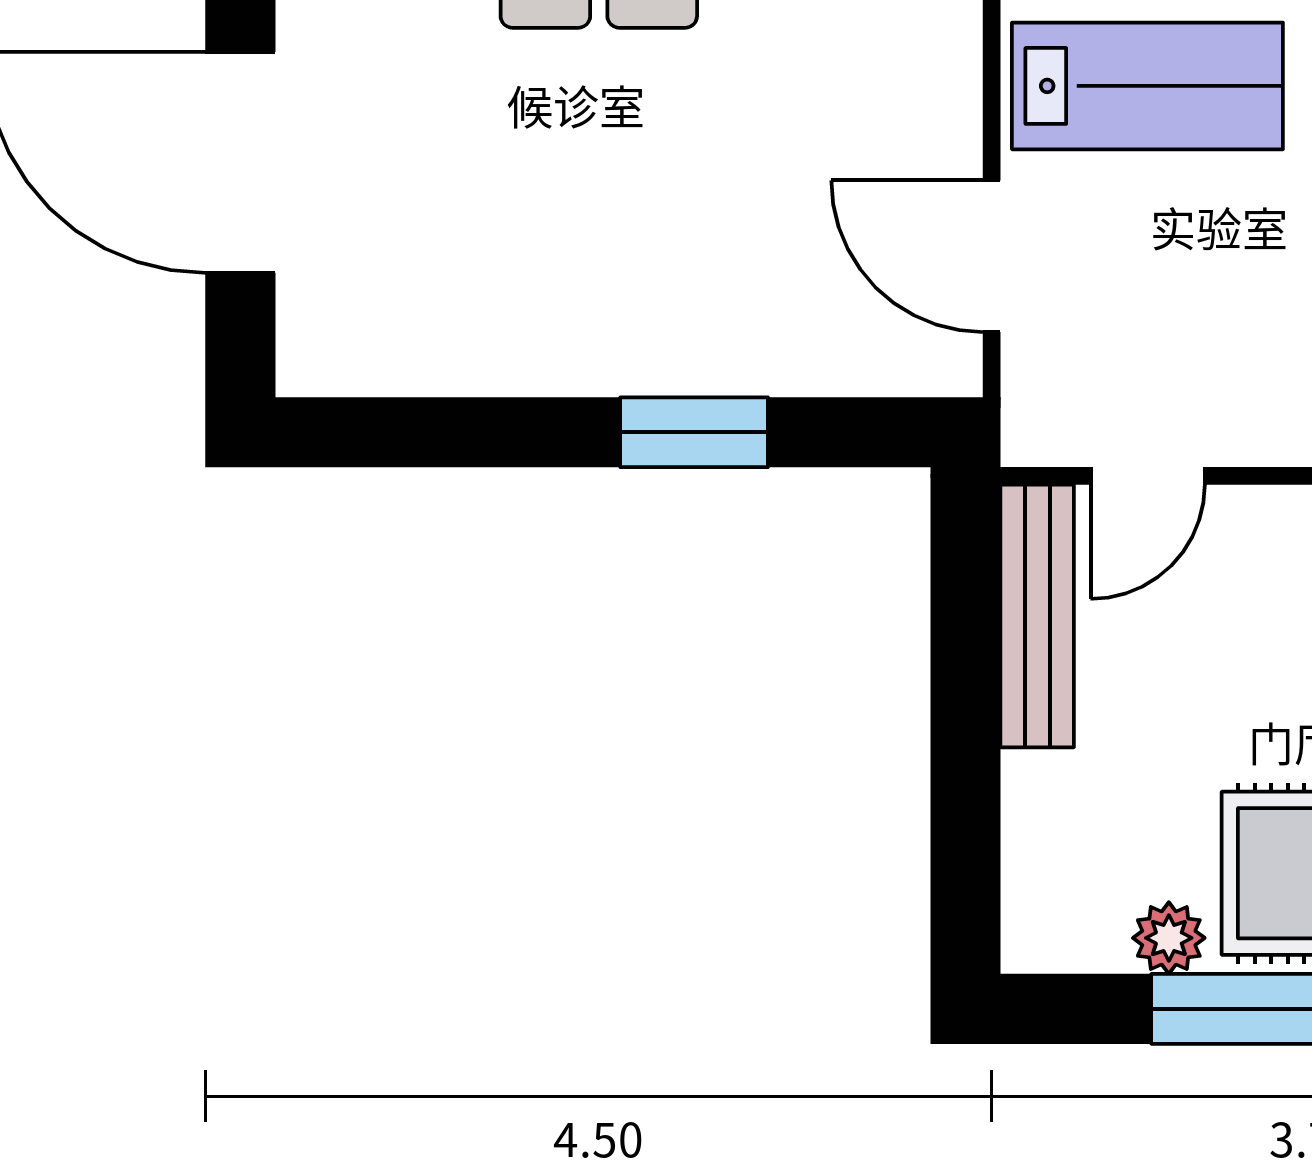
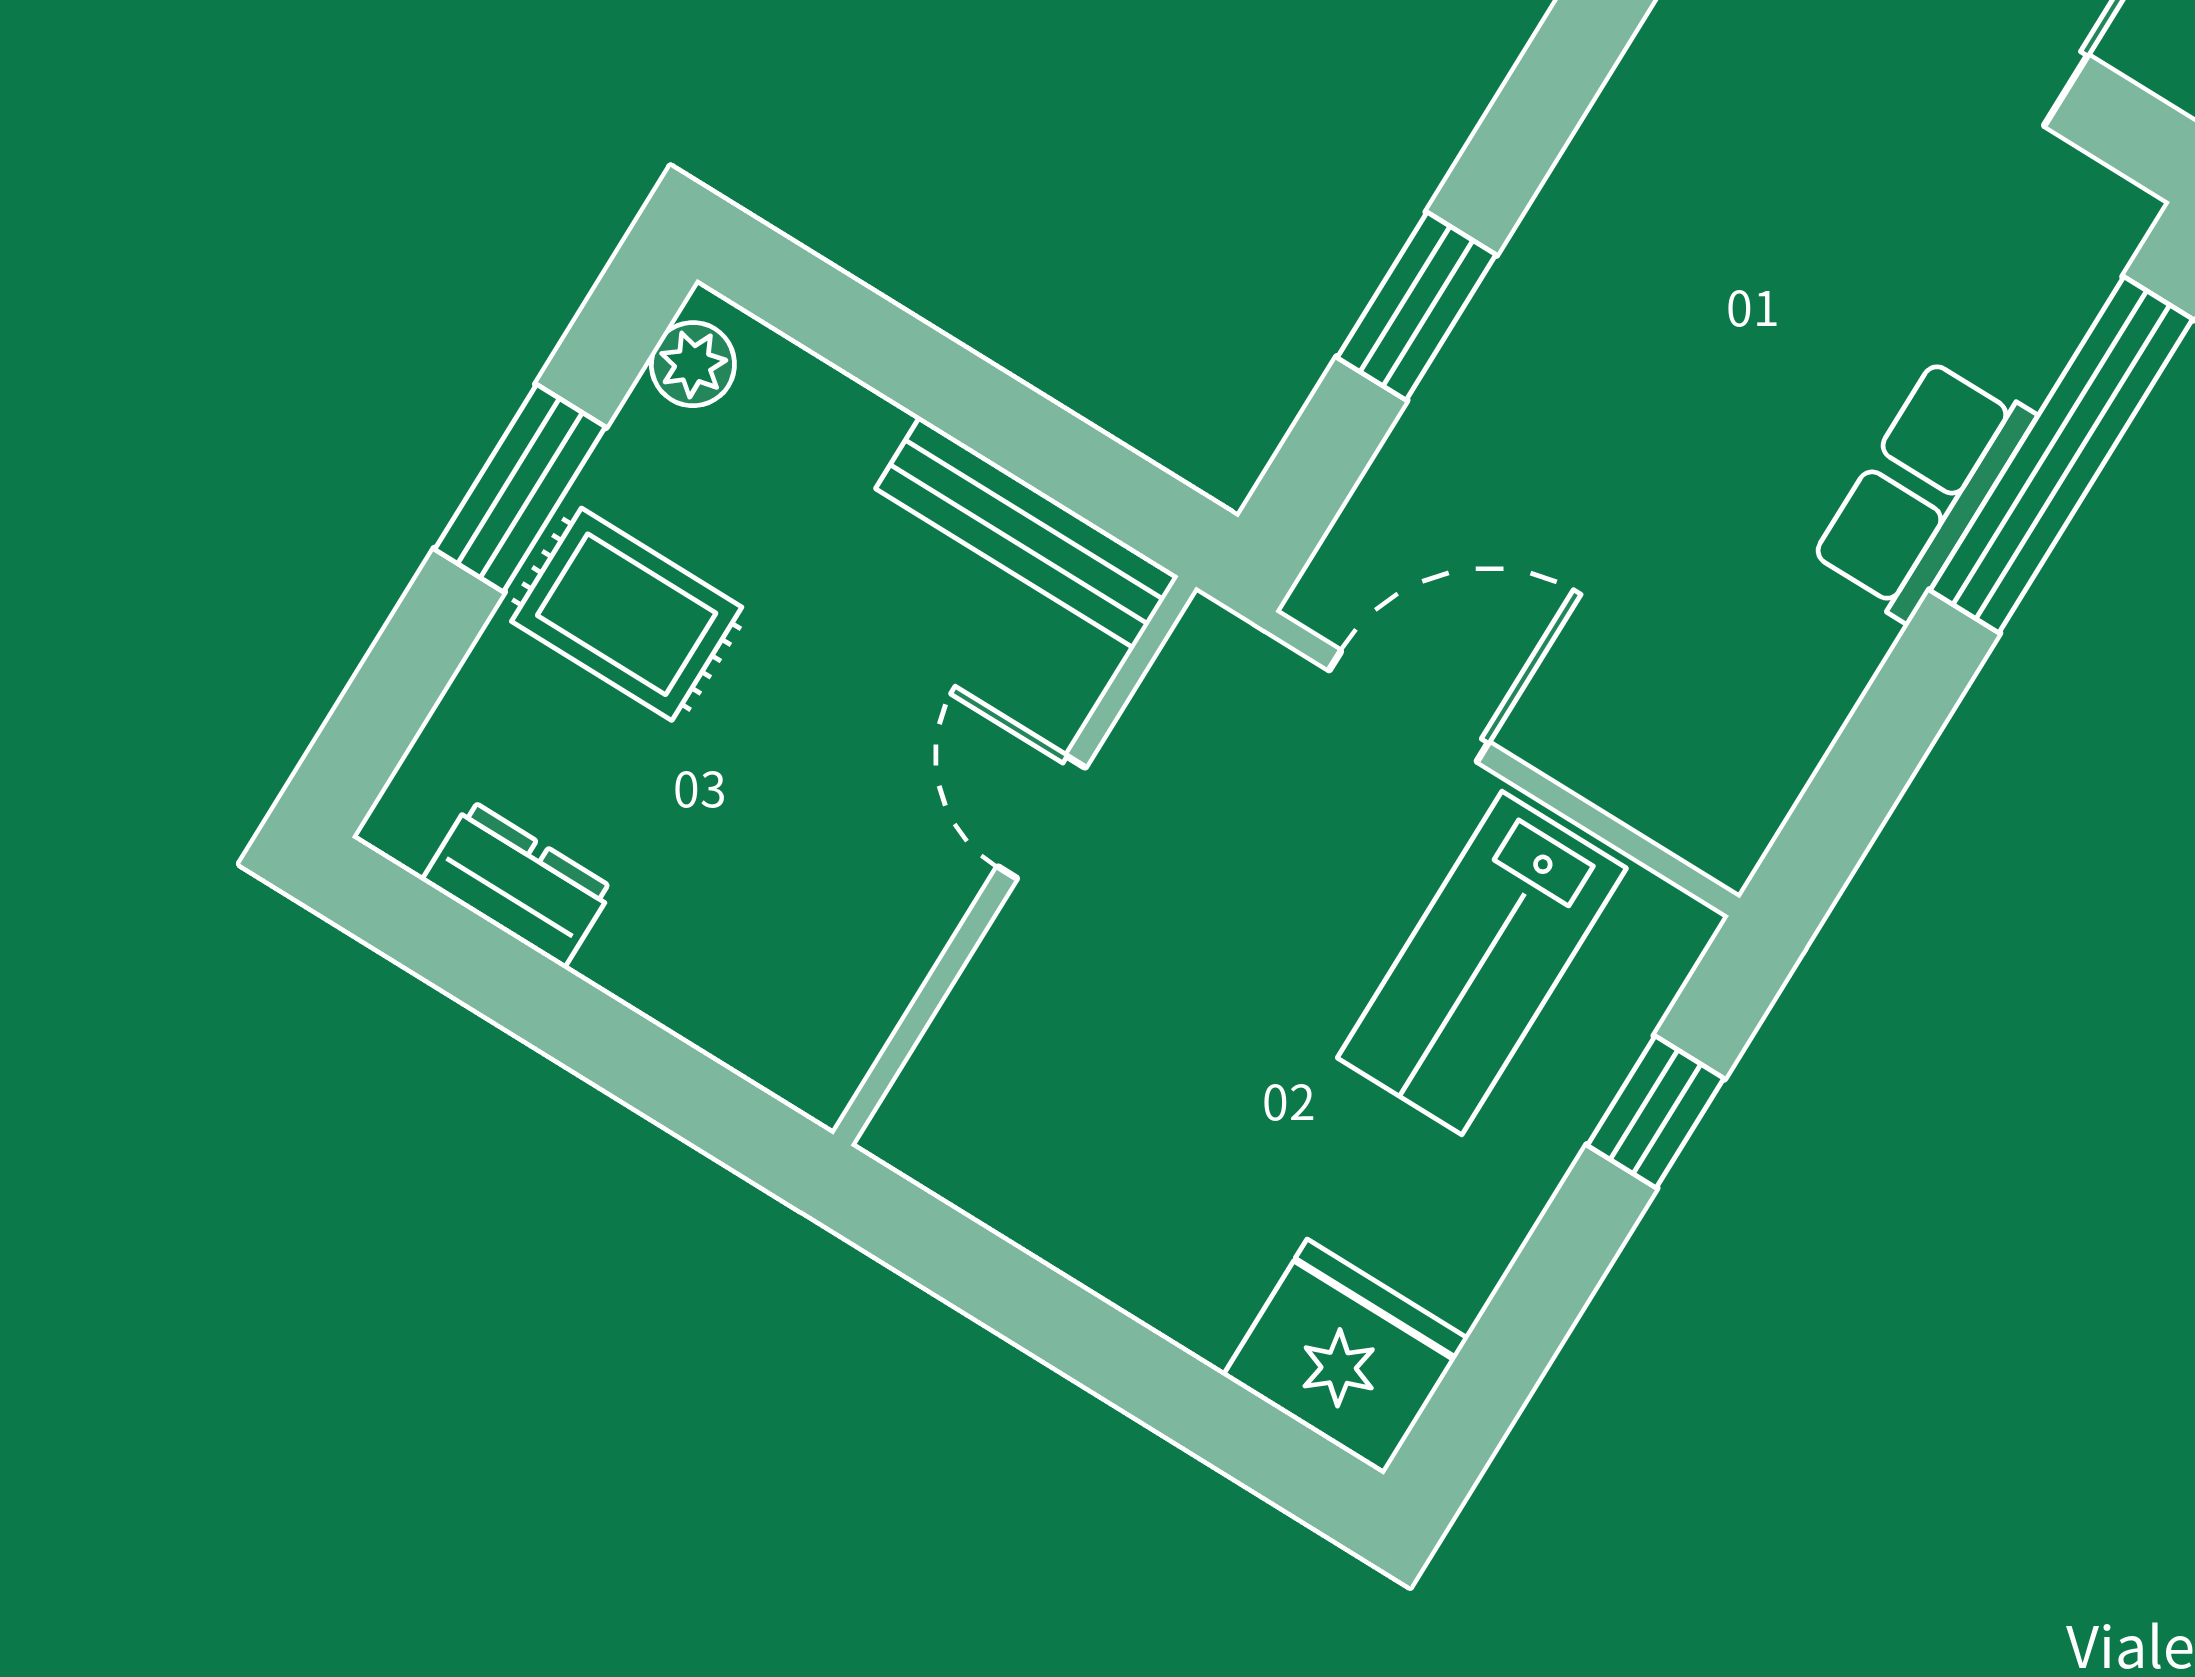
door: (1148, 476) -> (1042, 817), moved
plant: (1169, 938) -> (693, 364), moved

